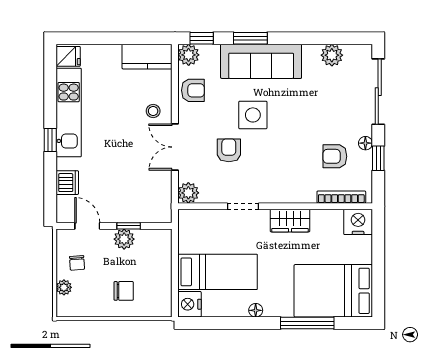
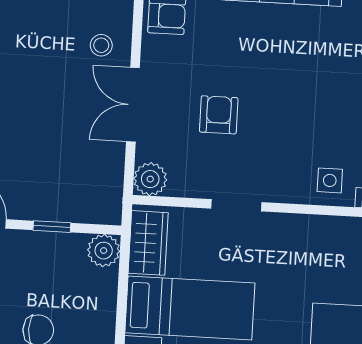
side table: (253, 115) -> (330, 180), moved, width x0.54, depth x0.54
wardrobe: (290, 221) -> (148, 243), moved, turned -90
plant: (124, 239) -> (104, 251), moved

